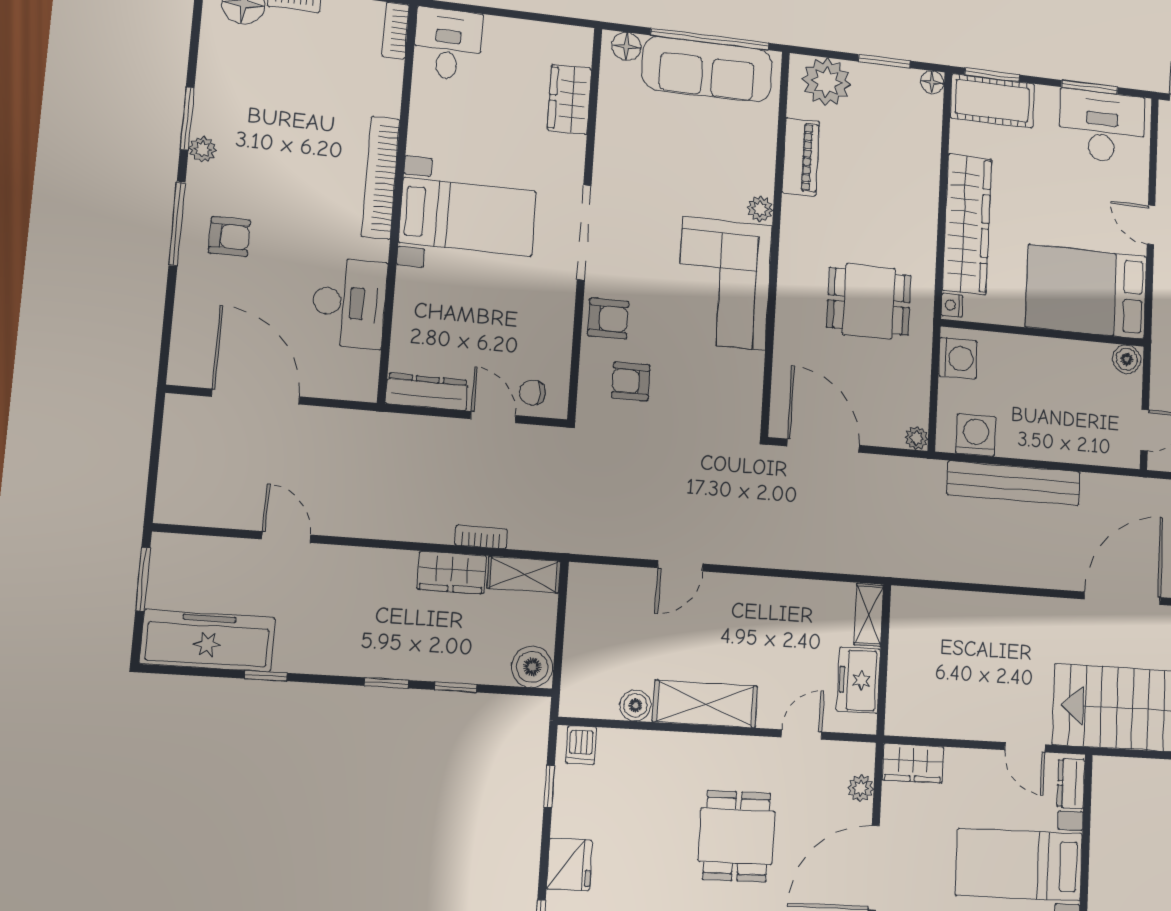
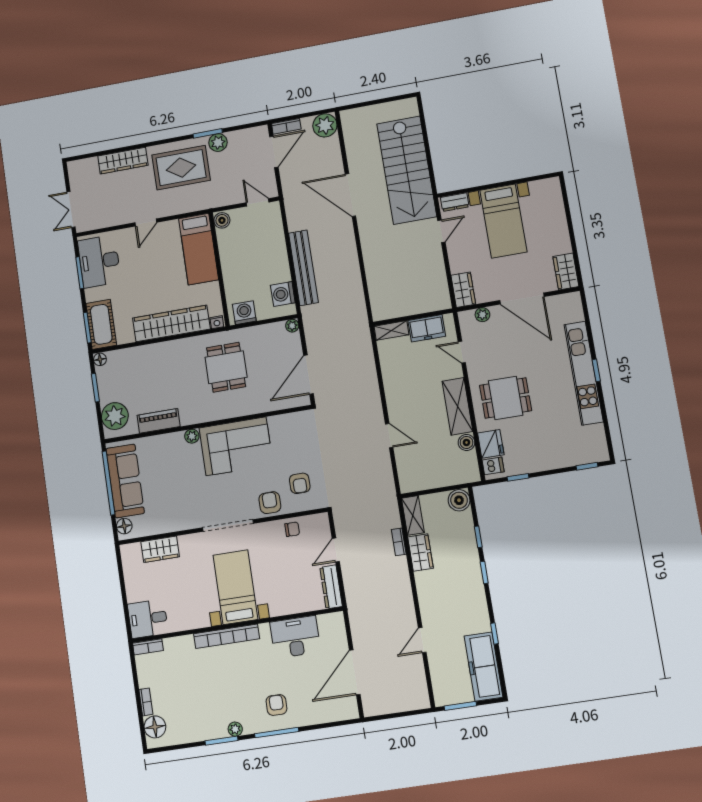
bed: (1086, 292) -> (199, 249), width x0.67
chair: (532, 393) -> (292, 529), moved, turned -90
dining table: (737, 836) -> (506, 398), moved
fridge: (570, 865) -> (491, 444), moved, turned 90

